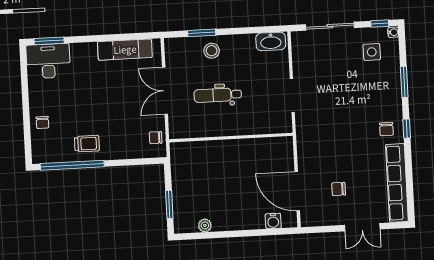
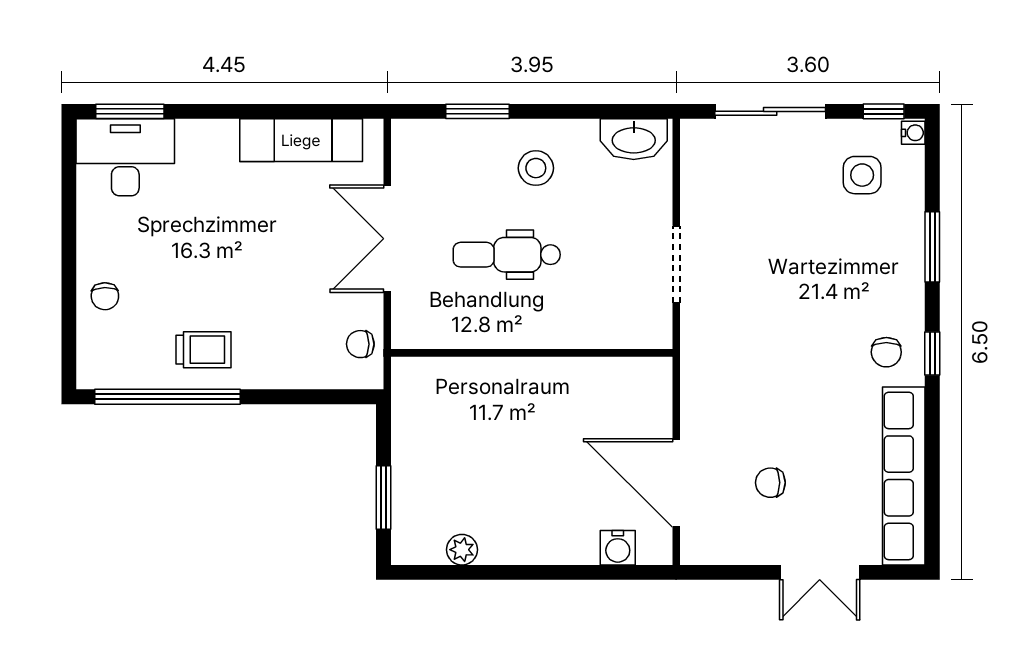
stool: (212, 51) -> (536, 168), moved

